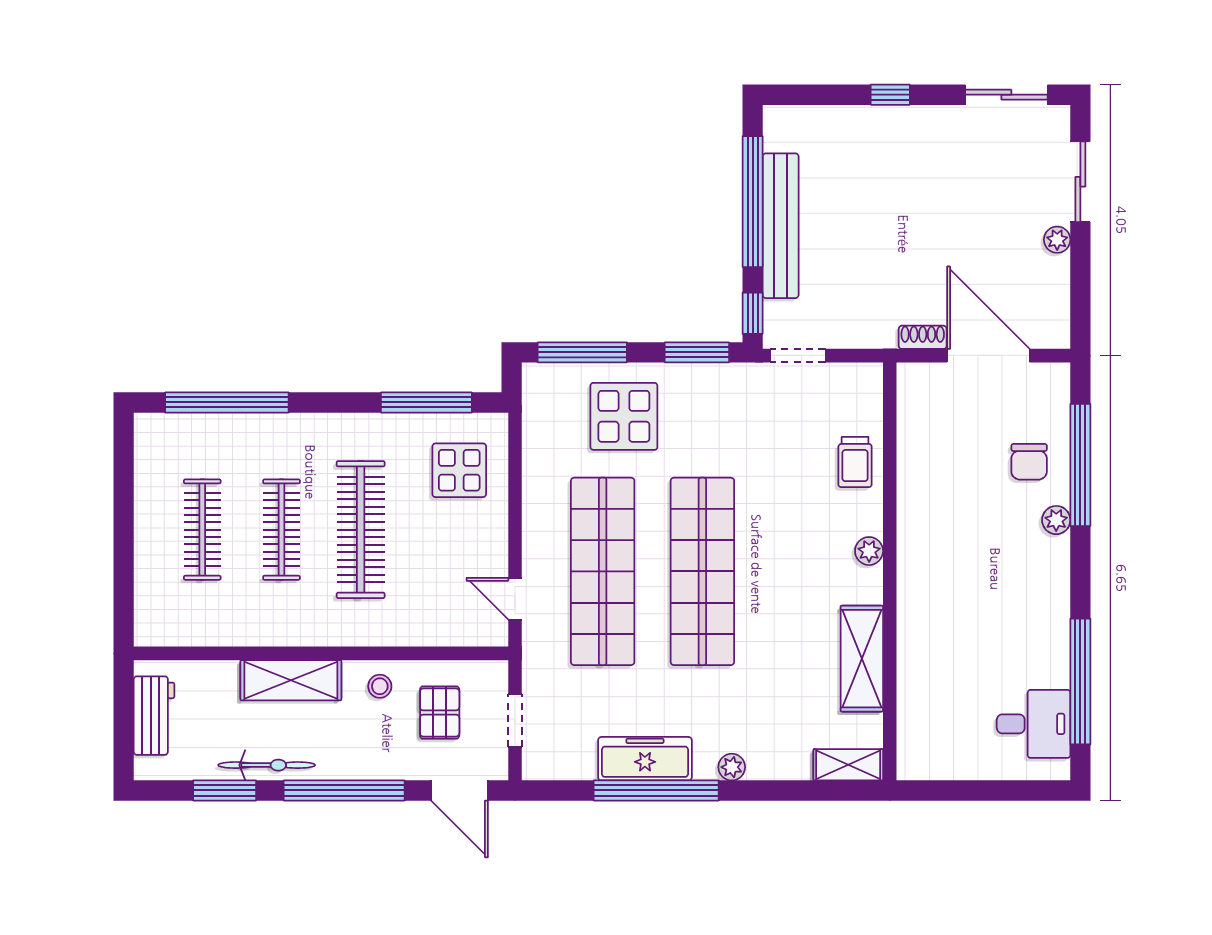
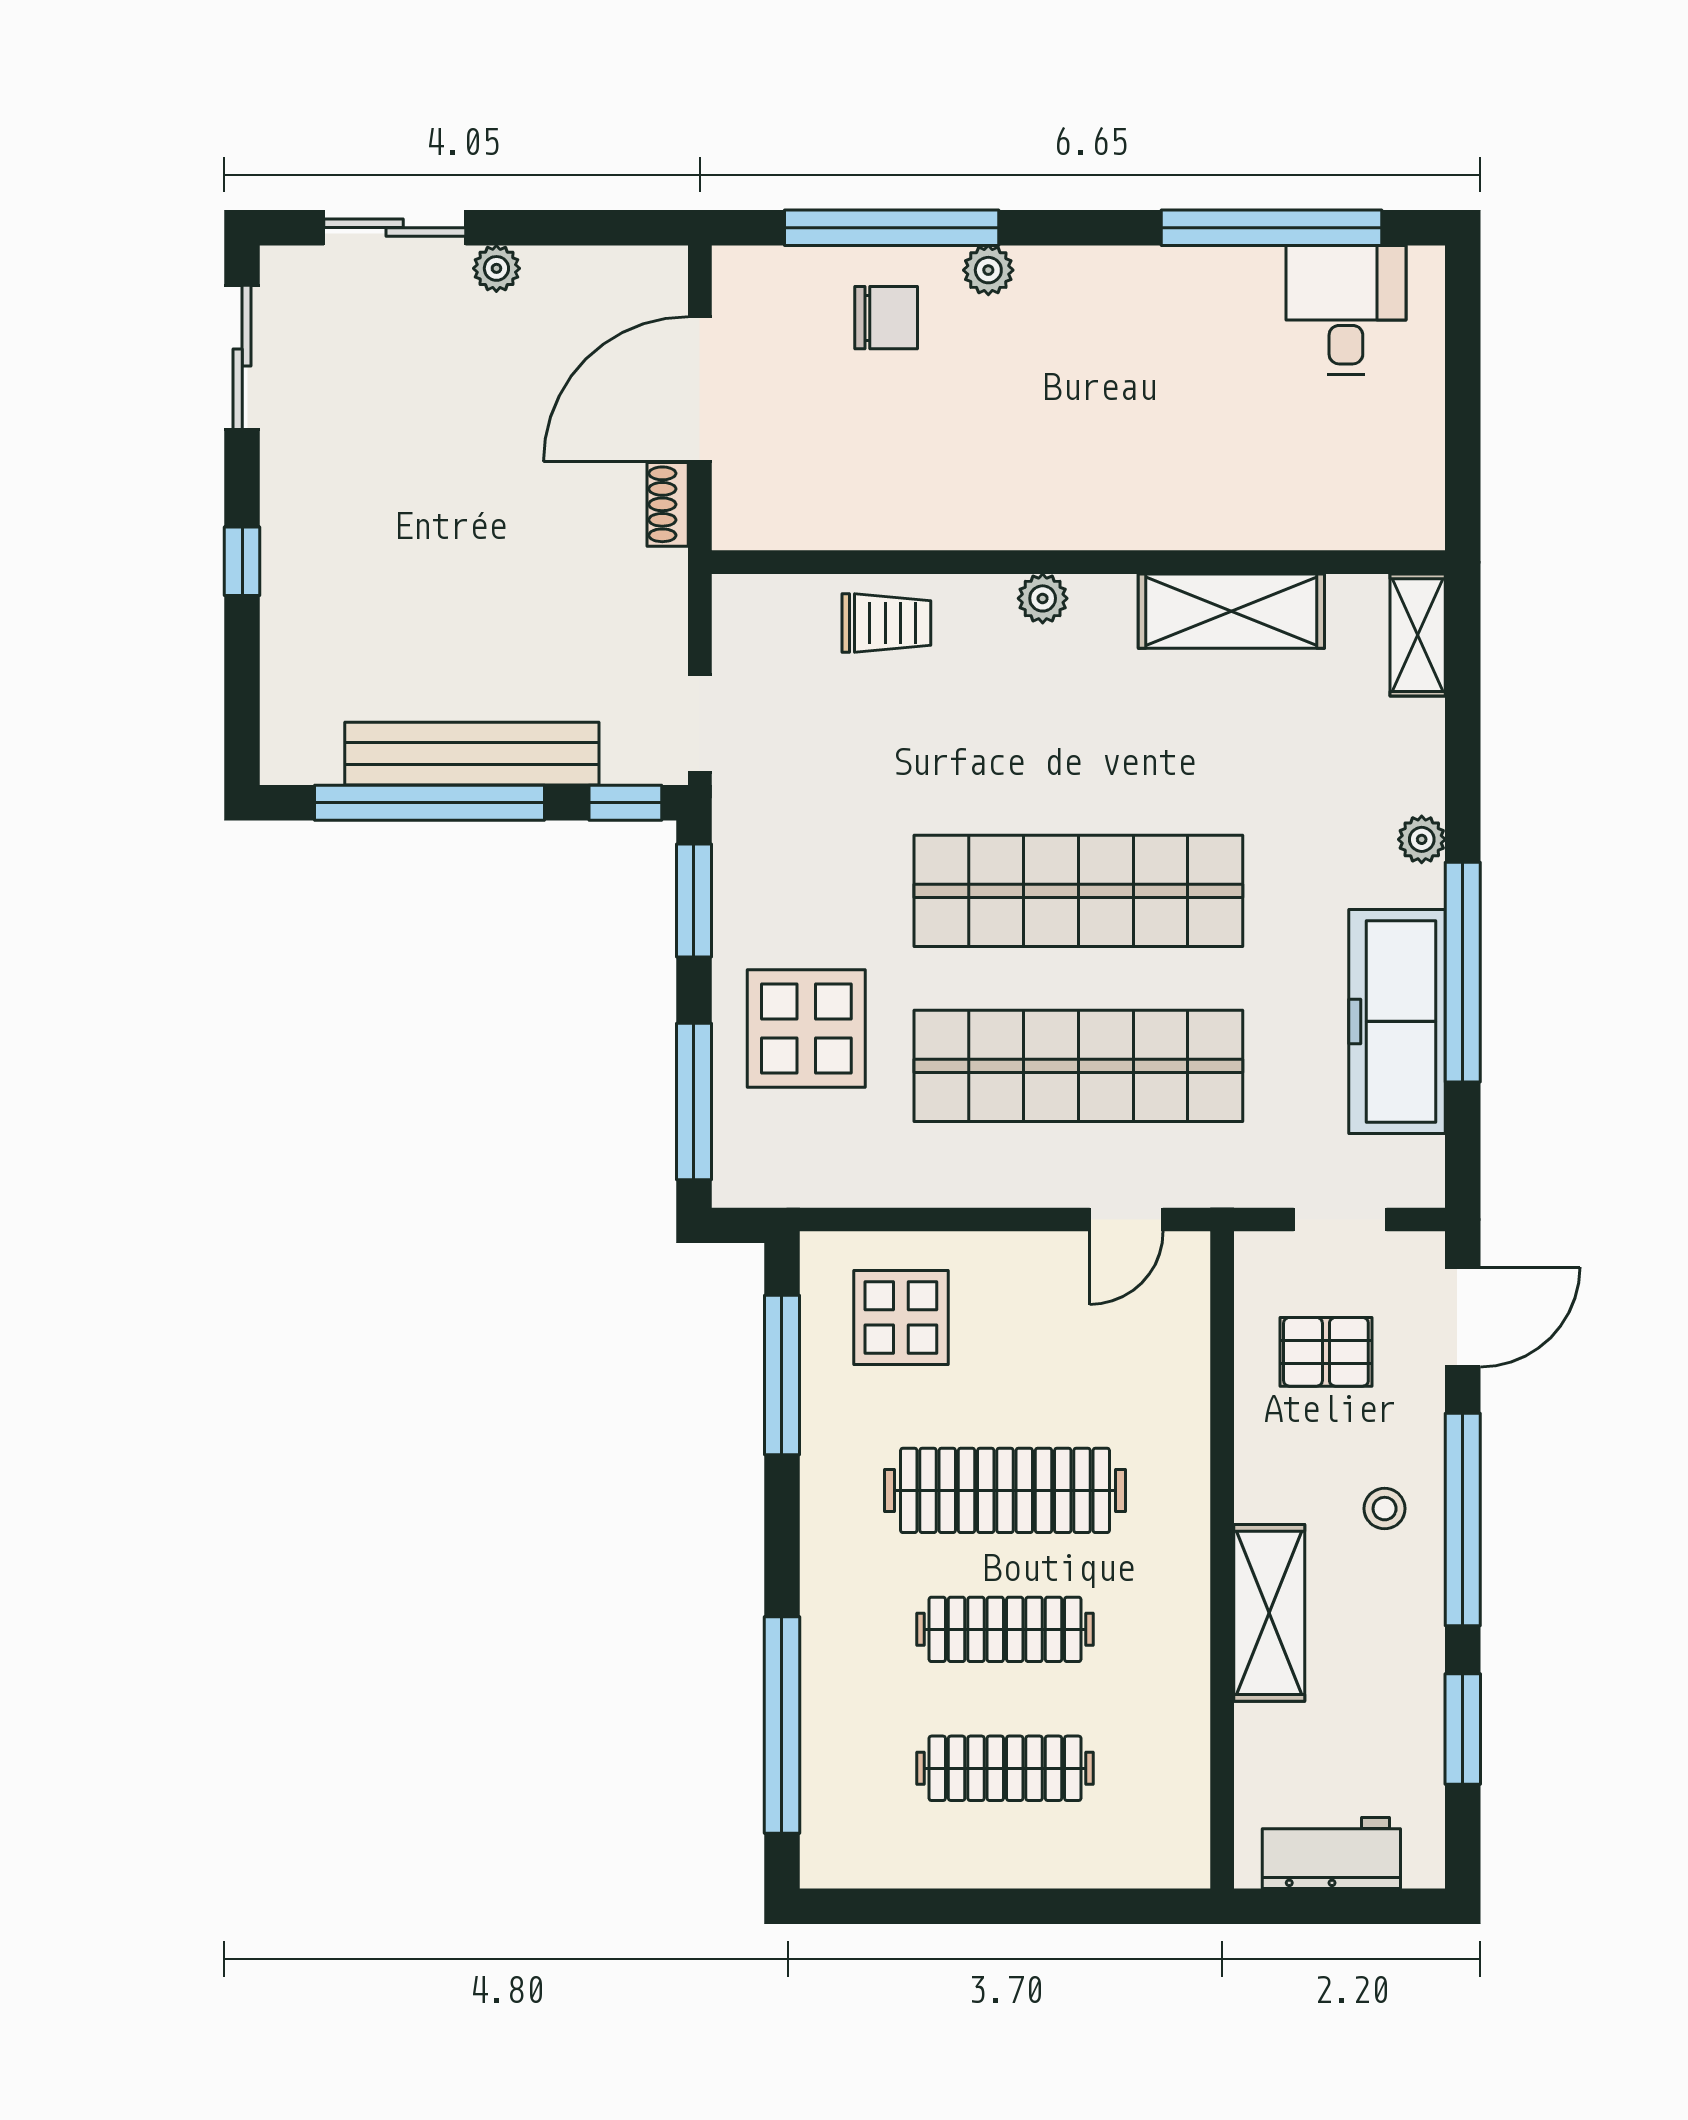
stool: (380, 686) -> (1385, 1509), moved
freezer: (645, 759) -> (1397, 1021), width x1.36, depth x1.26
bicycle: (267, 765) -> (1418, 1655), removed

